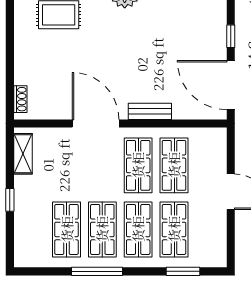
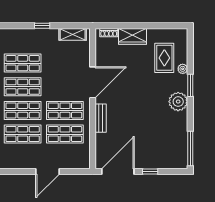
wardrobe: (26, 63) -> (132, 36), added

